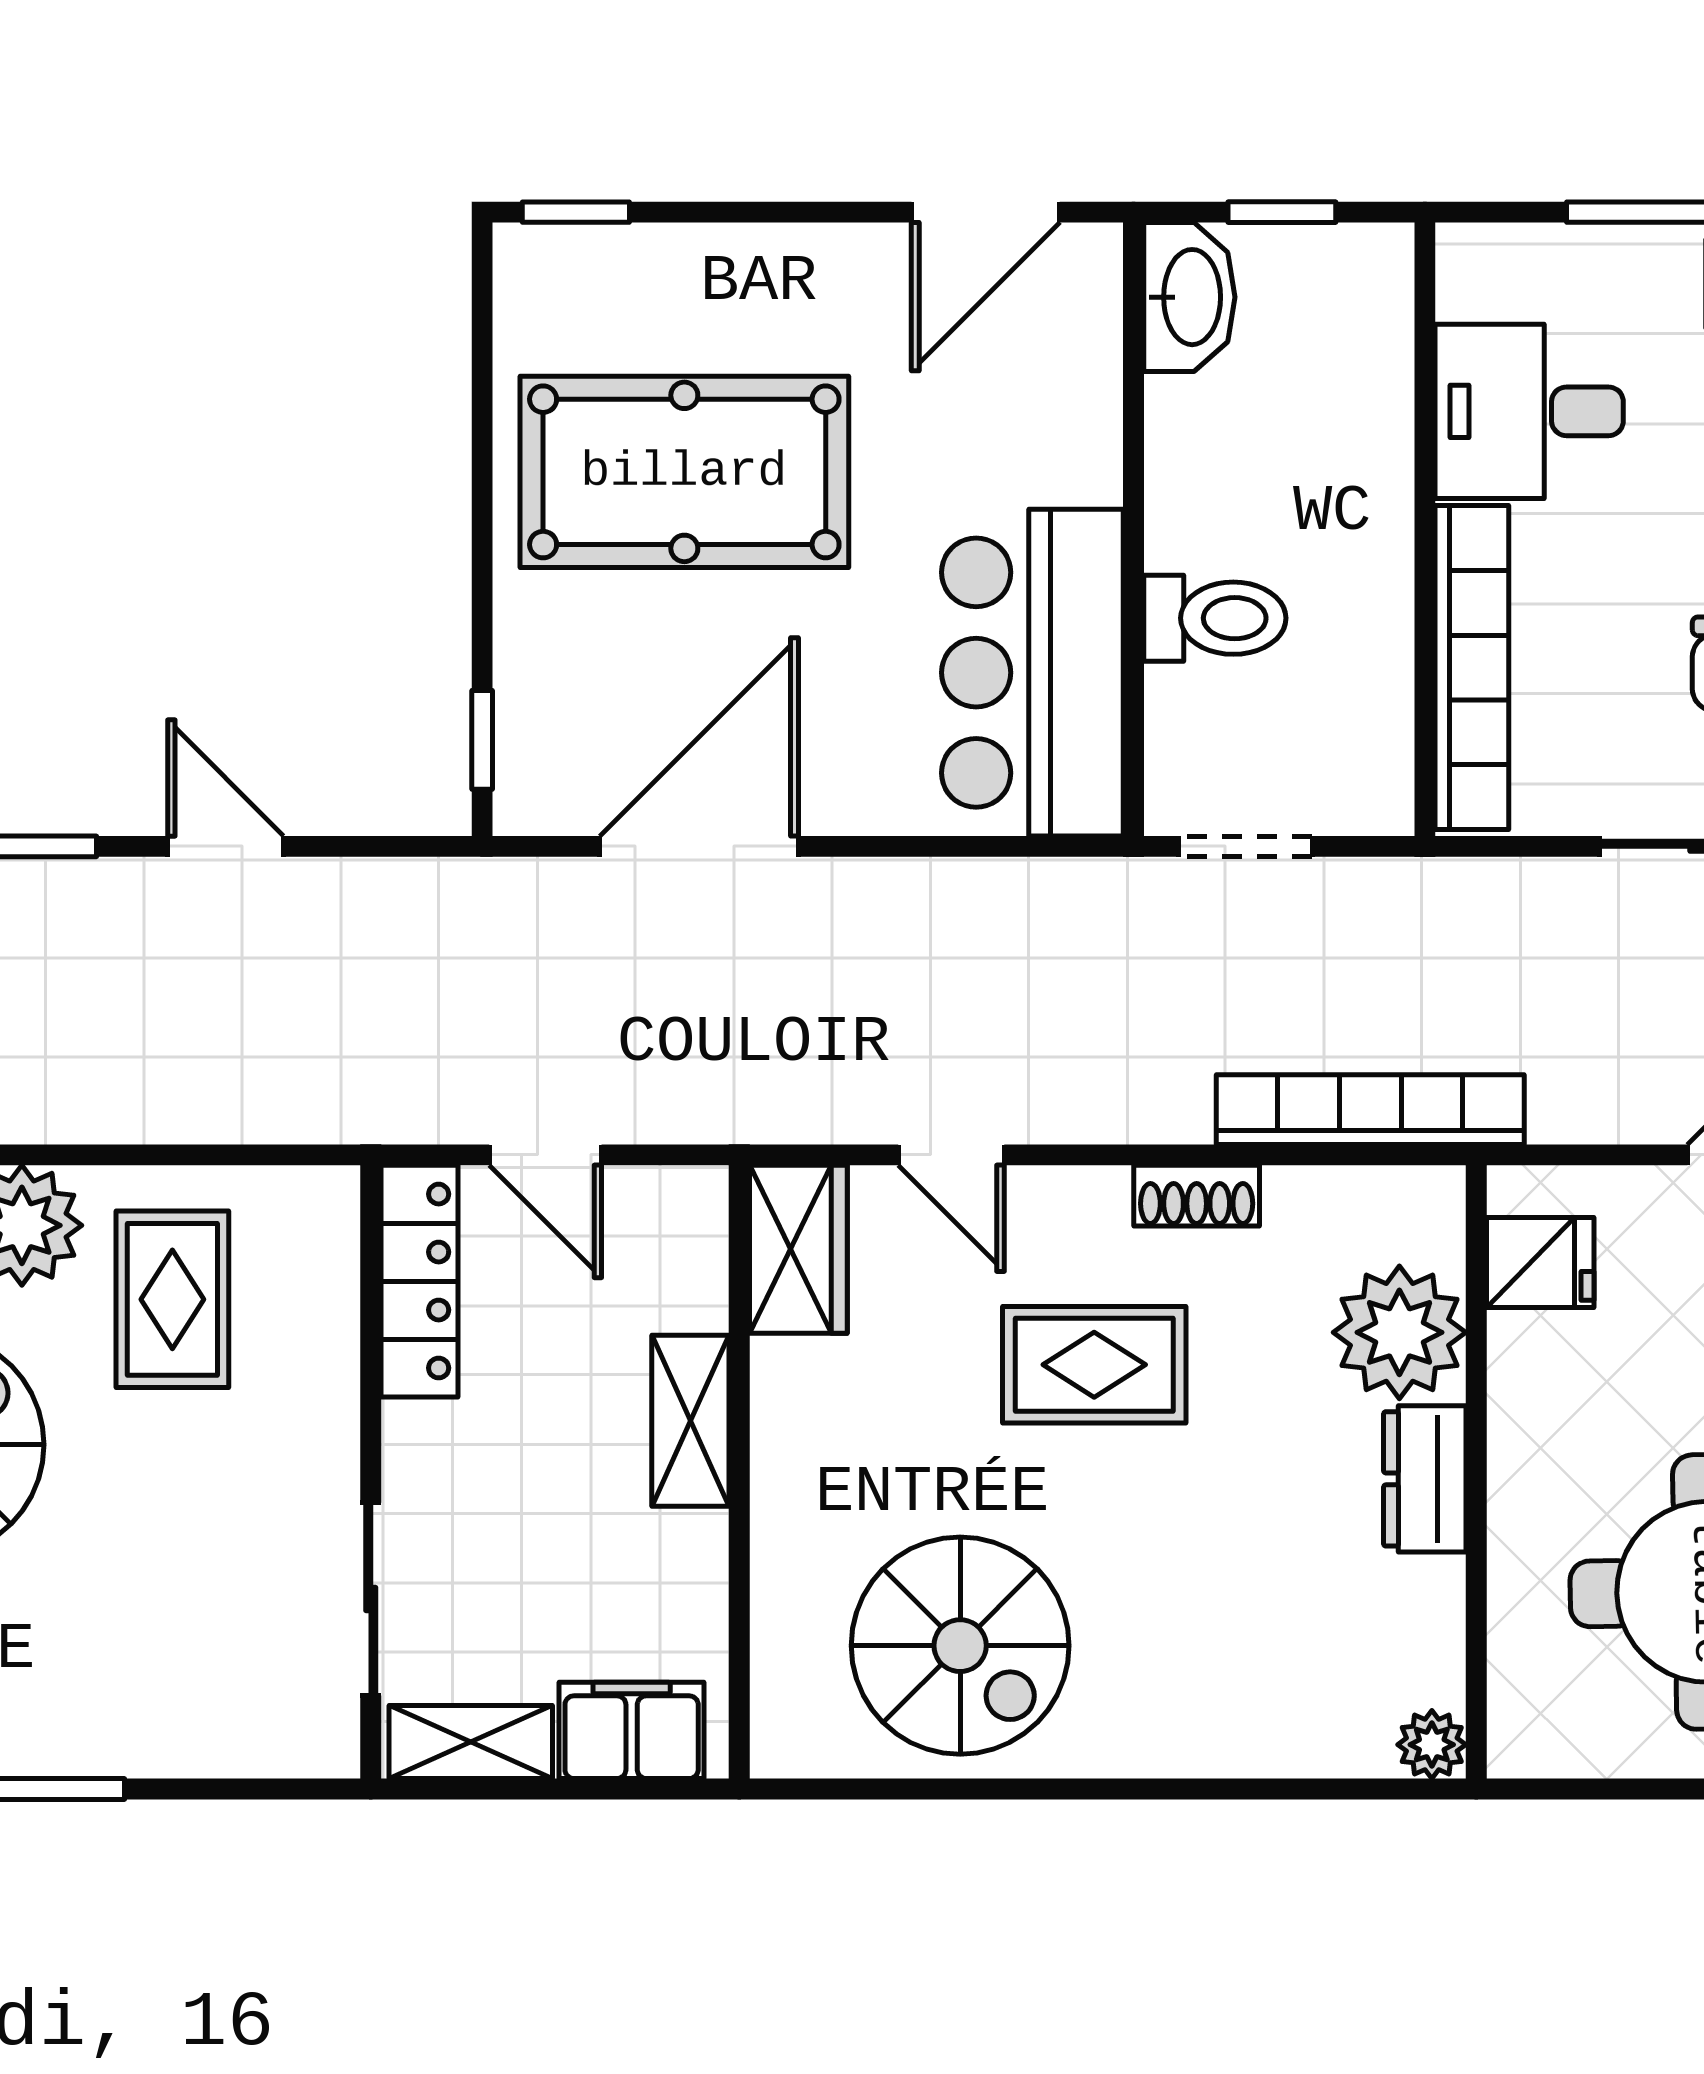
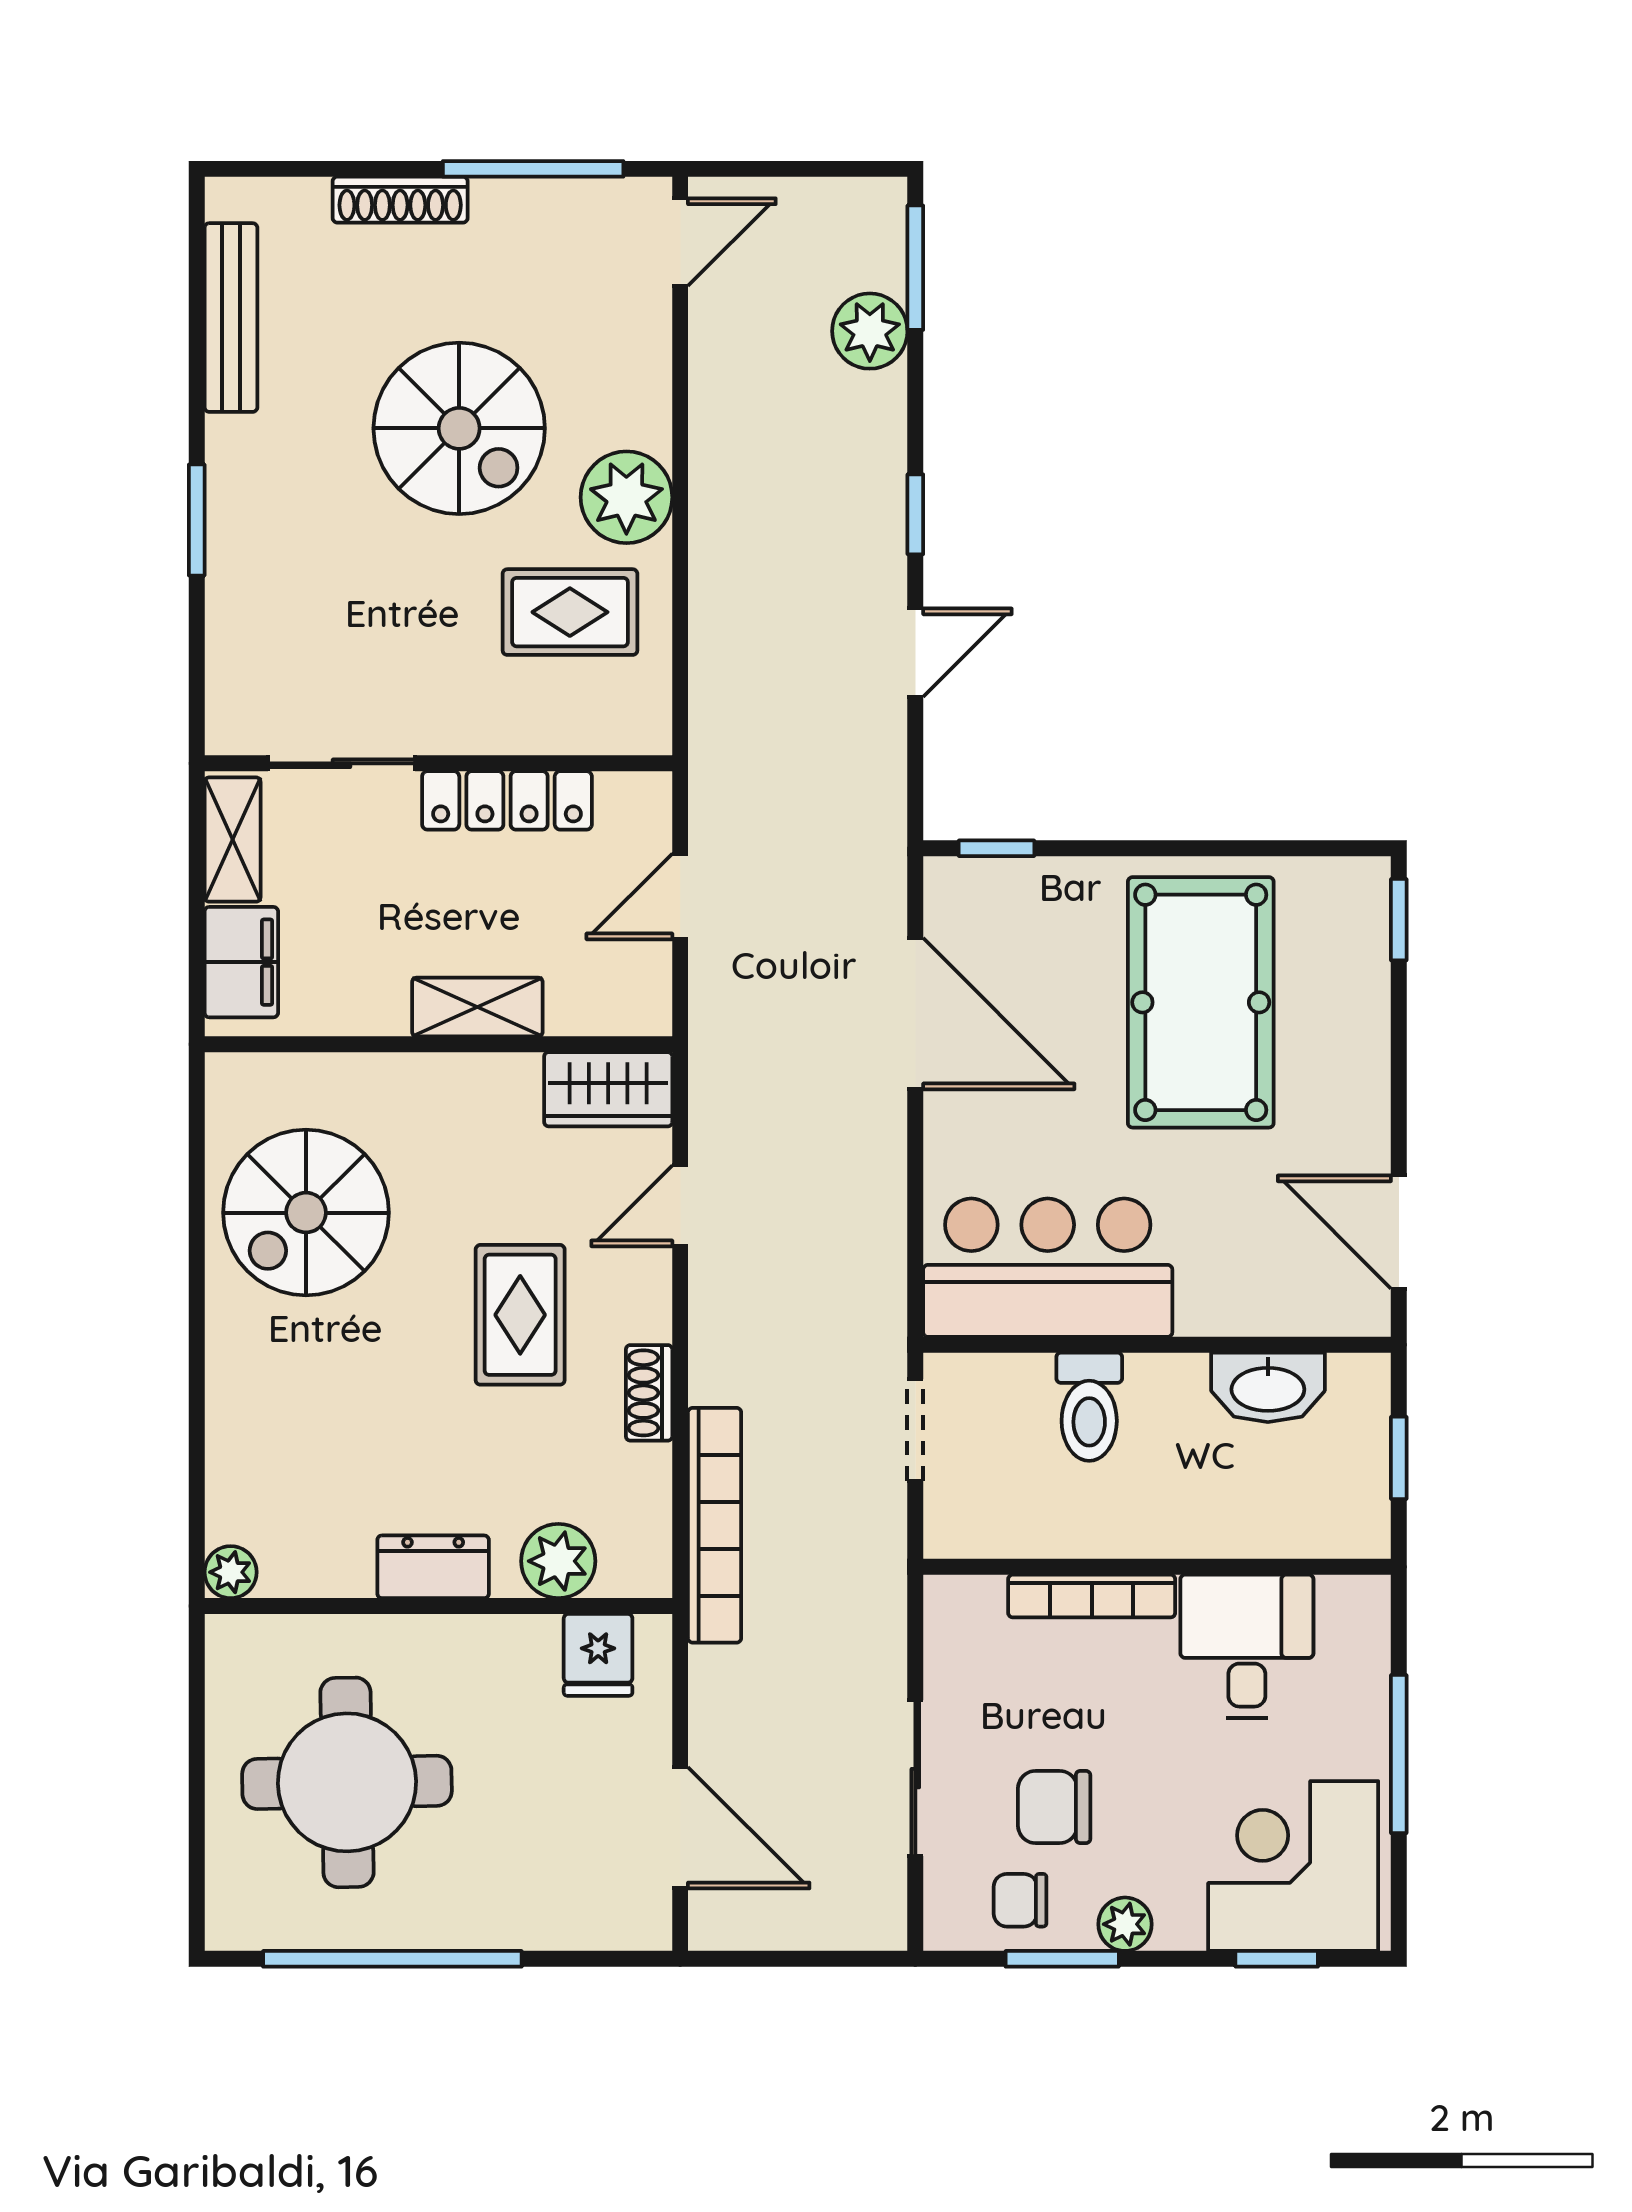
washbasin: (1189, 297) -> (1268, 1387), moved
bookcase: (1472, 668) -> (1092, 1596), width x0.68, depth x0.76
locker: (419, 1281) -> (507, 800), moved
plant: (1399, 1332) -> (558, 1561), width x0.73, depth x0.73

